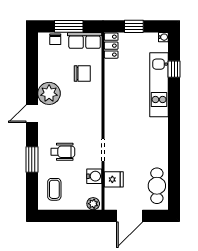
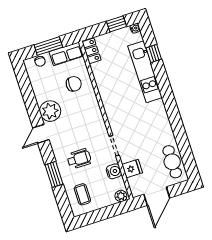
window: (134, 26) -> (116, 24), moved

